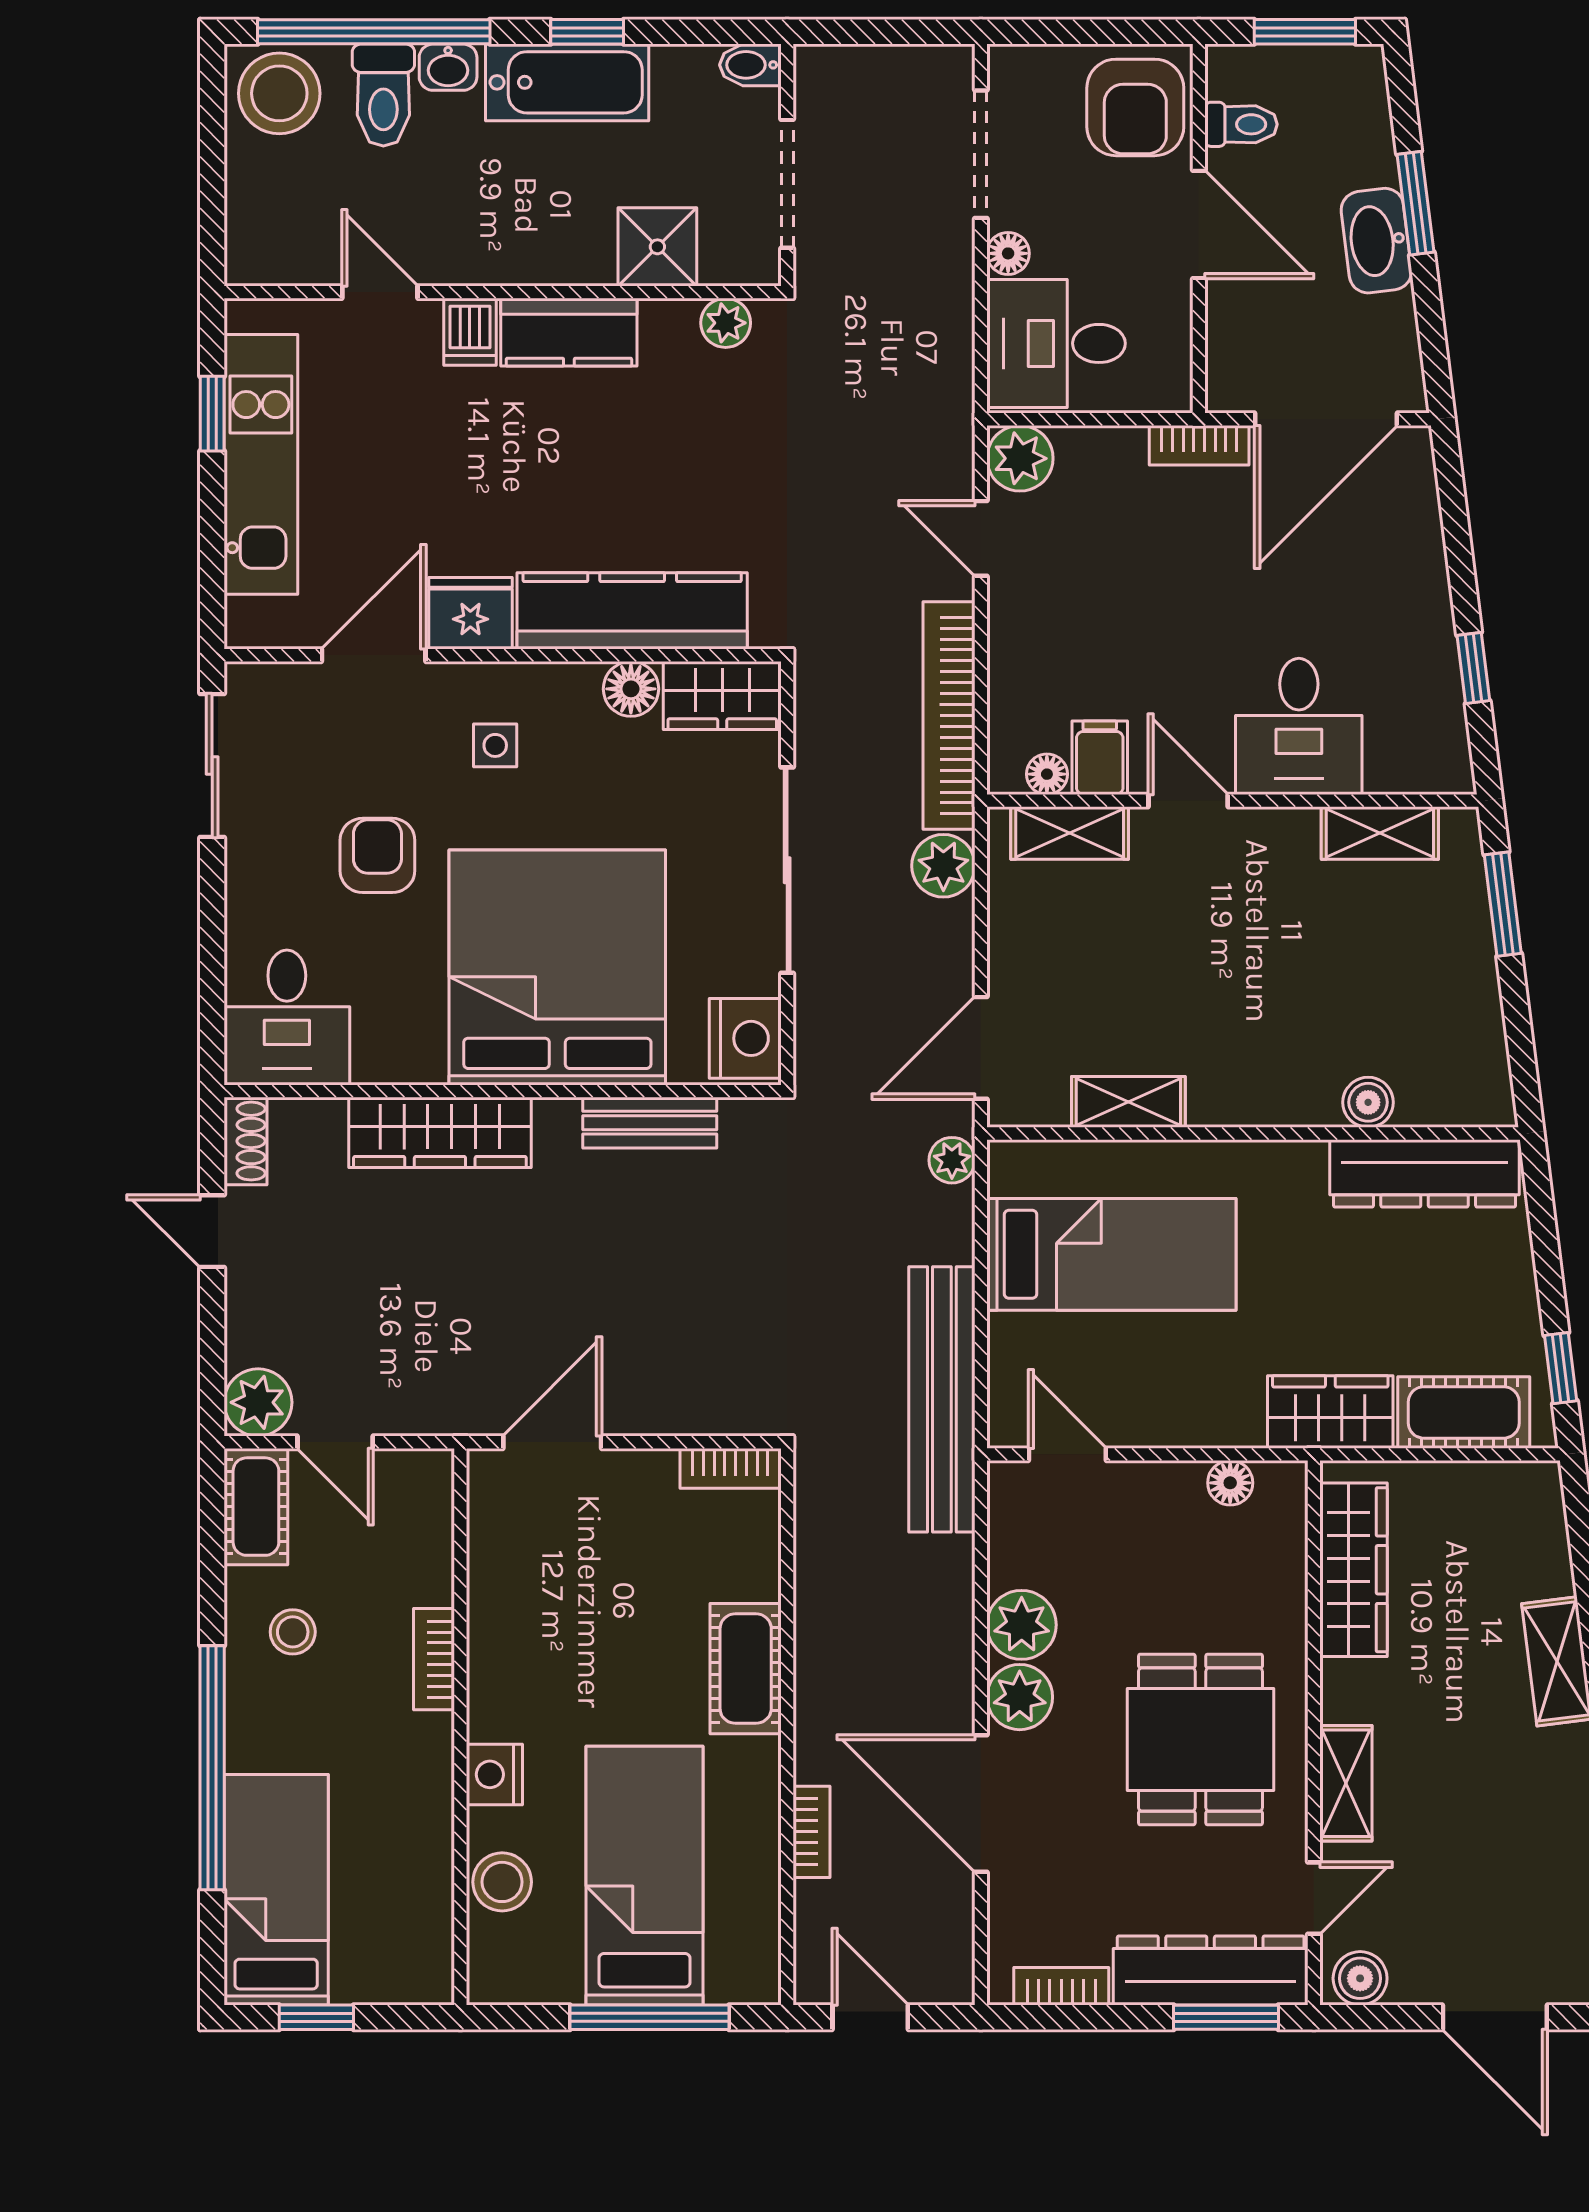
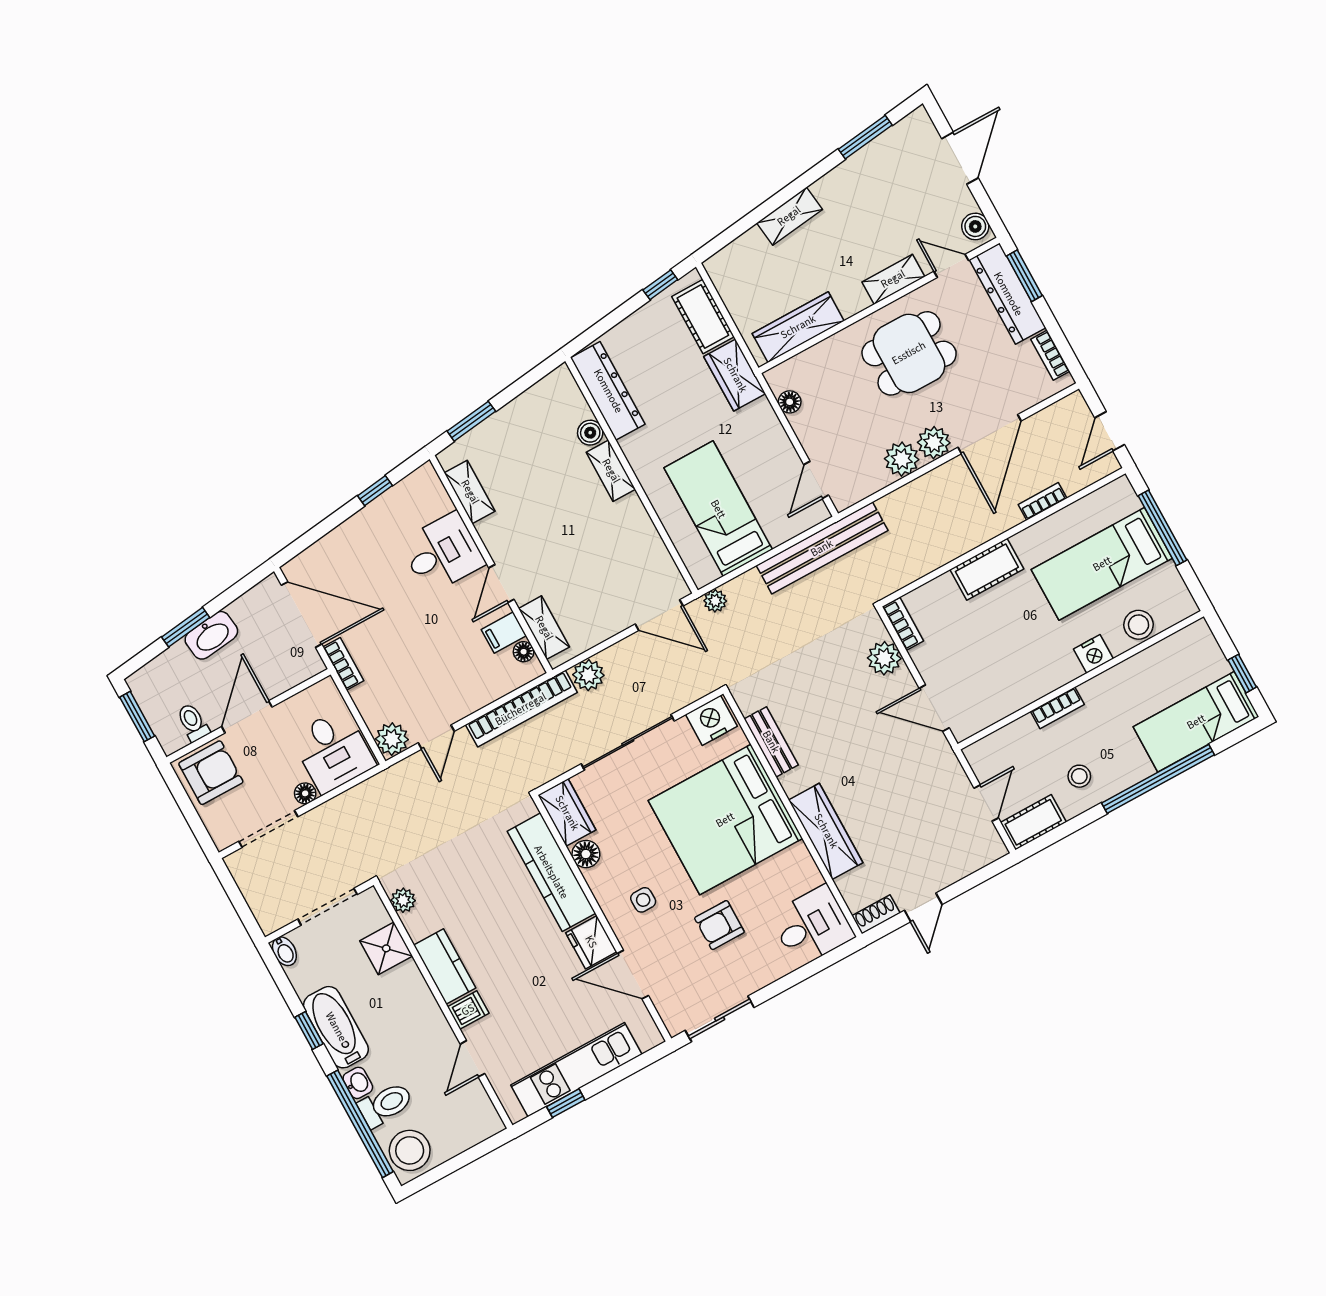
shelving: (1128, 1102) -> (611, 471), moved
plant: (258, 1402) -> (884, 658), moved

